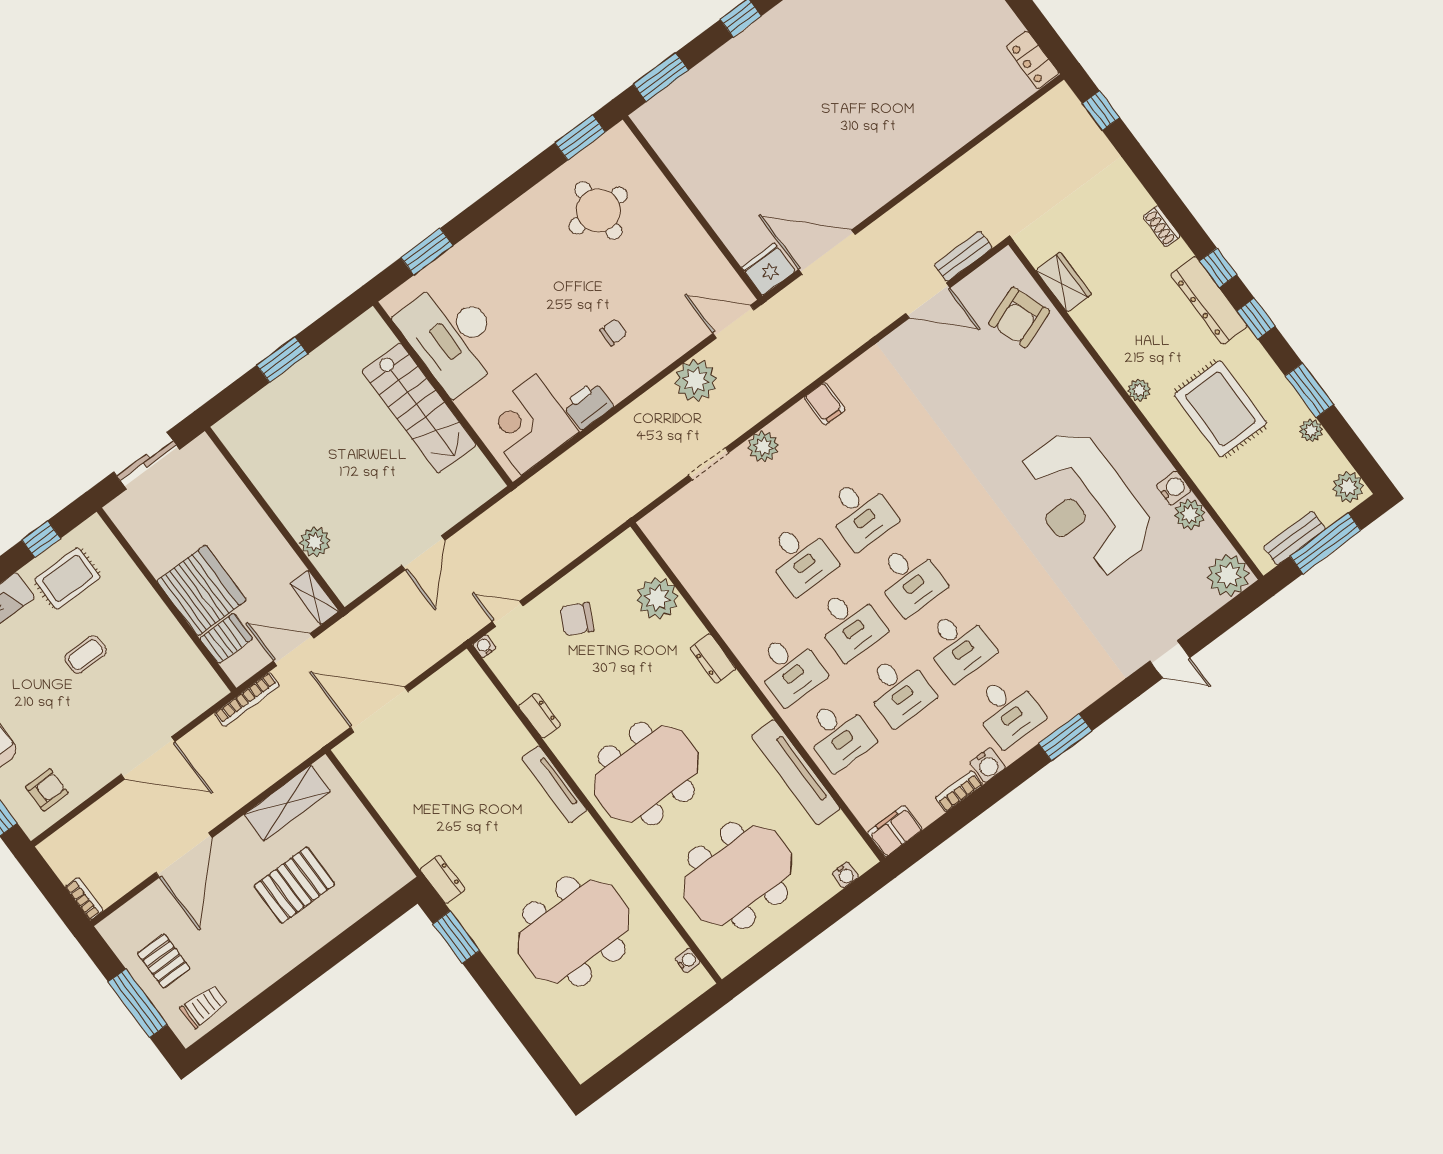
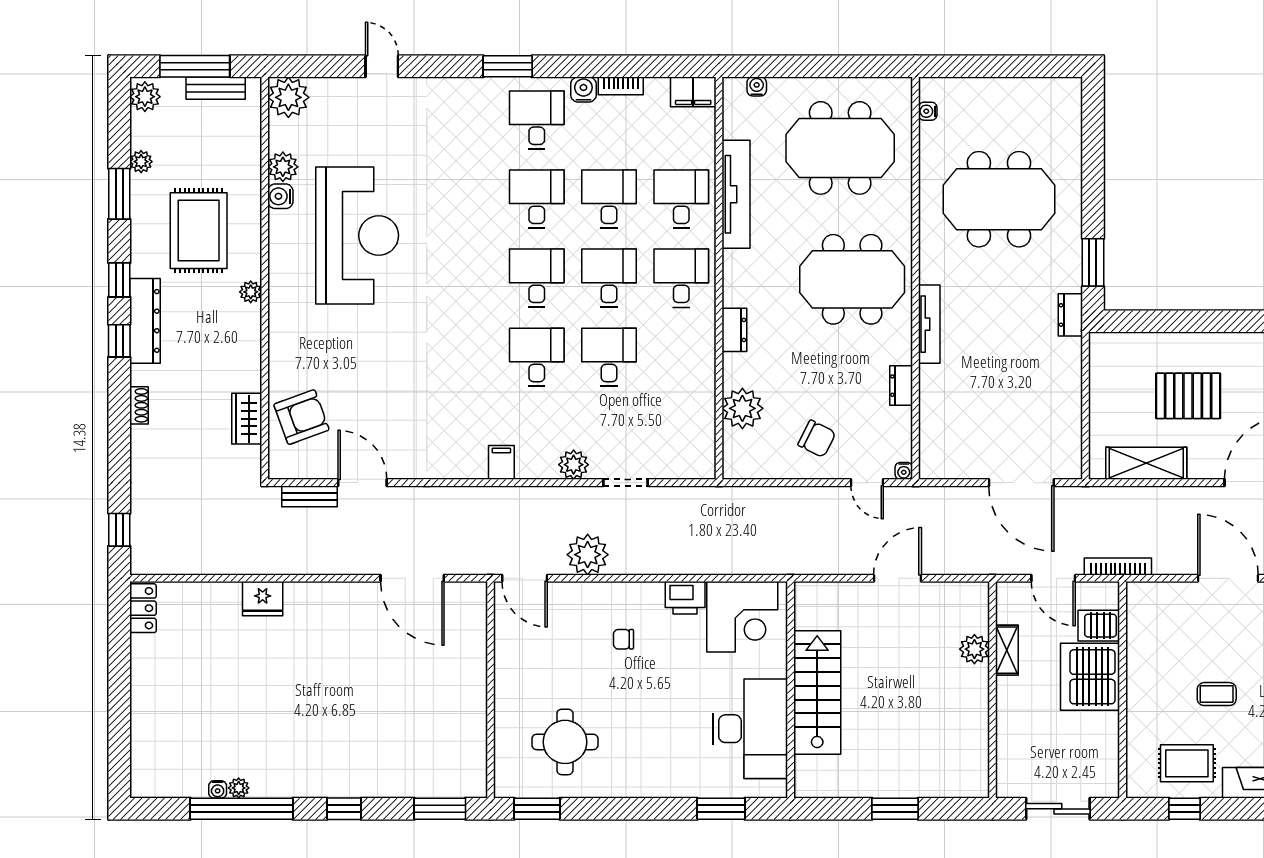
fridge: (768, 269) -> (263, 599), moved
shelving: (314, 597) -> (1007, 650), moved

